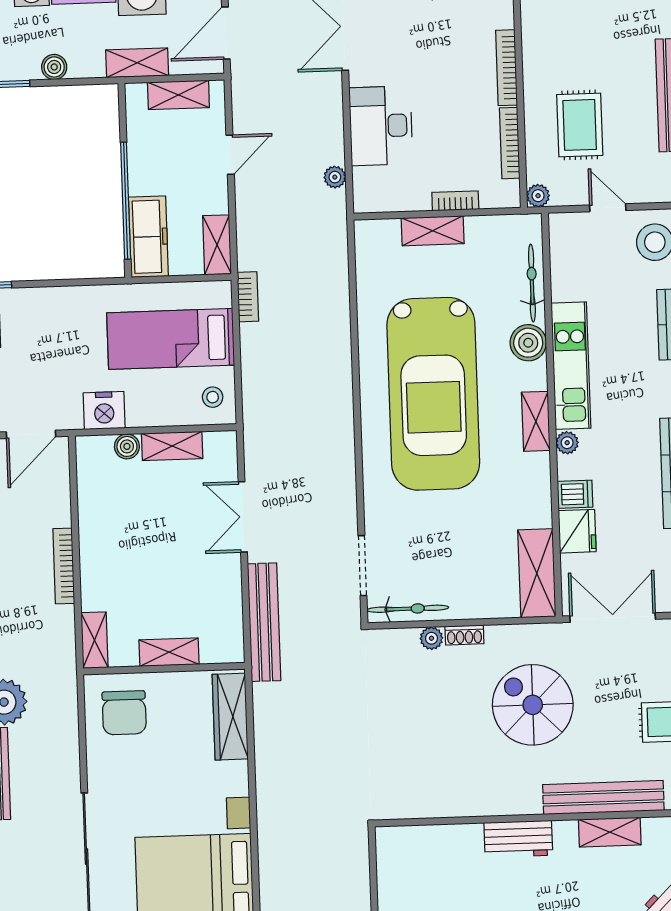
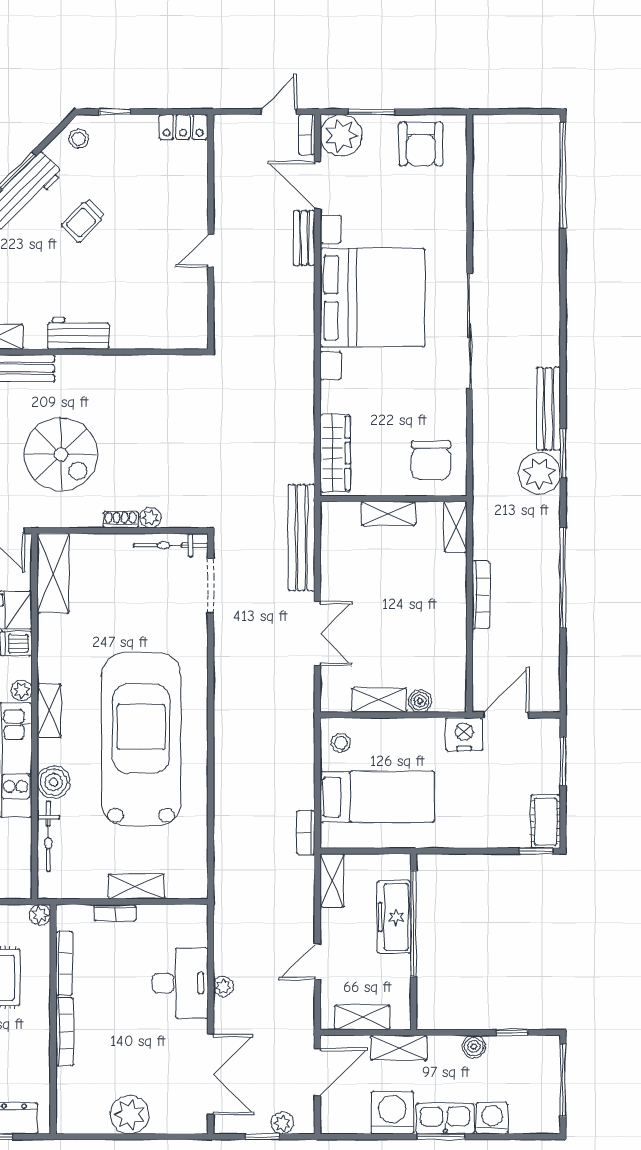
plant: (335, 177) -> (223, 986), moved
freezer: (148, 237) -> (394, 917), moved
nightstand: (104, 411) -> (464, 734), moved
chair: (124, 713) -> (431, 460), turned 180

